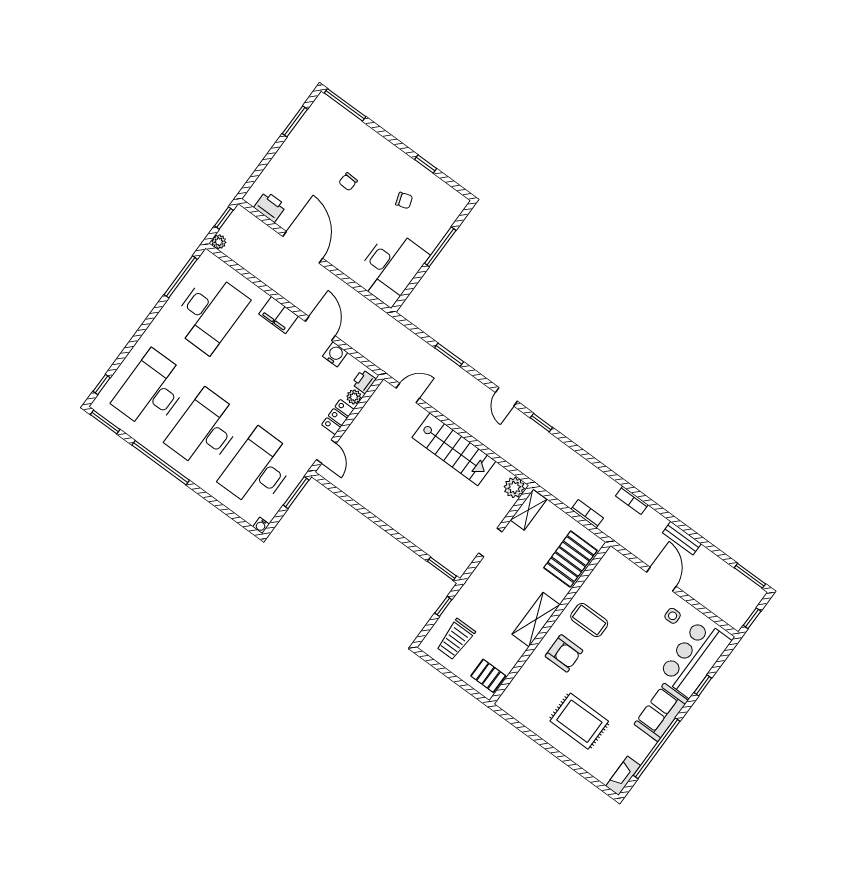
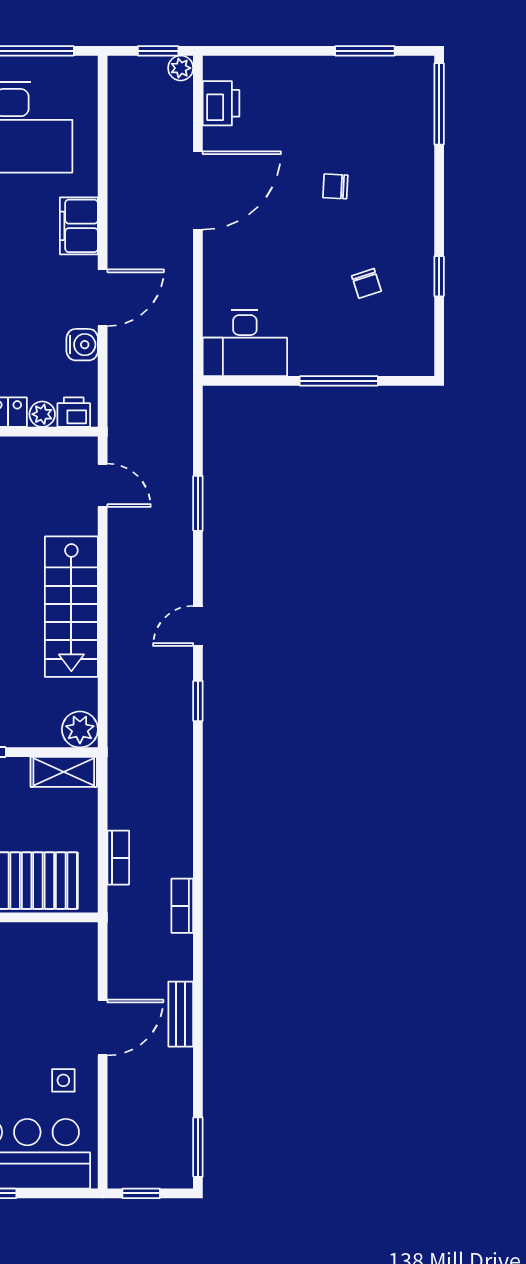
plant: (219, 242) -> (181, 68), moved
desk: (391, 267) -> (245, 343), width x0.73, depth x0.77

